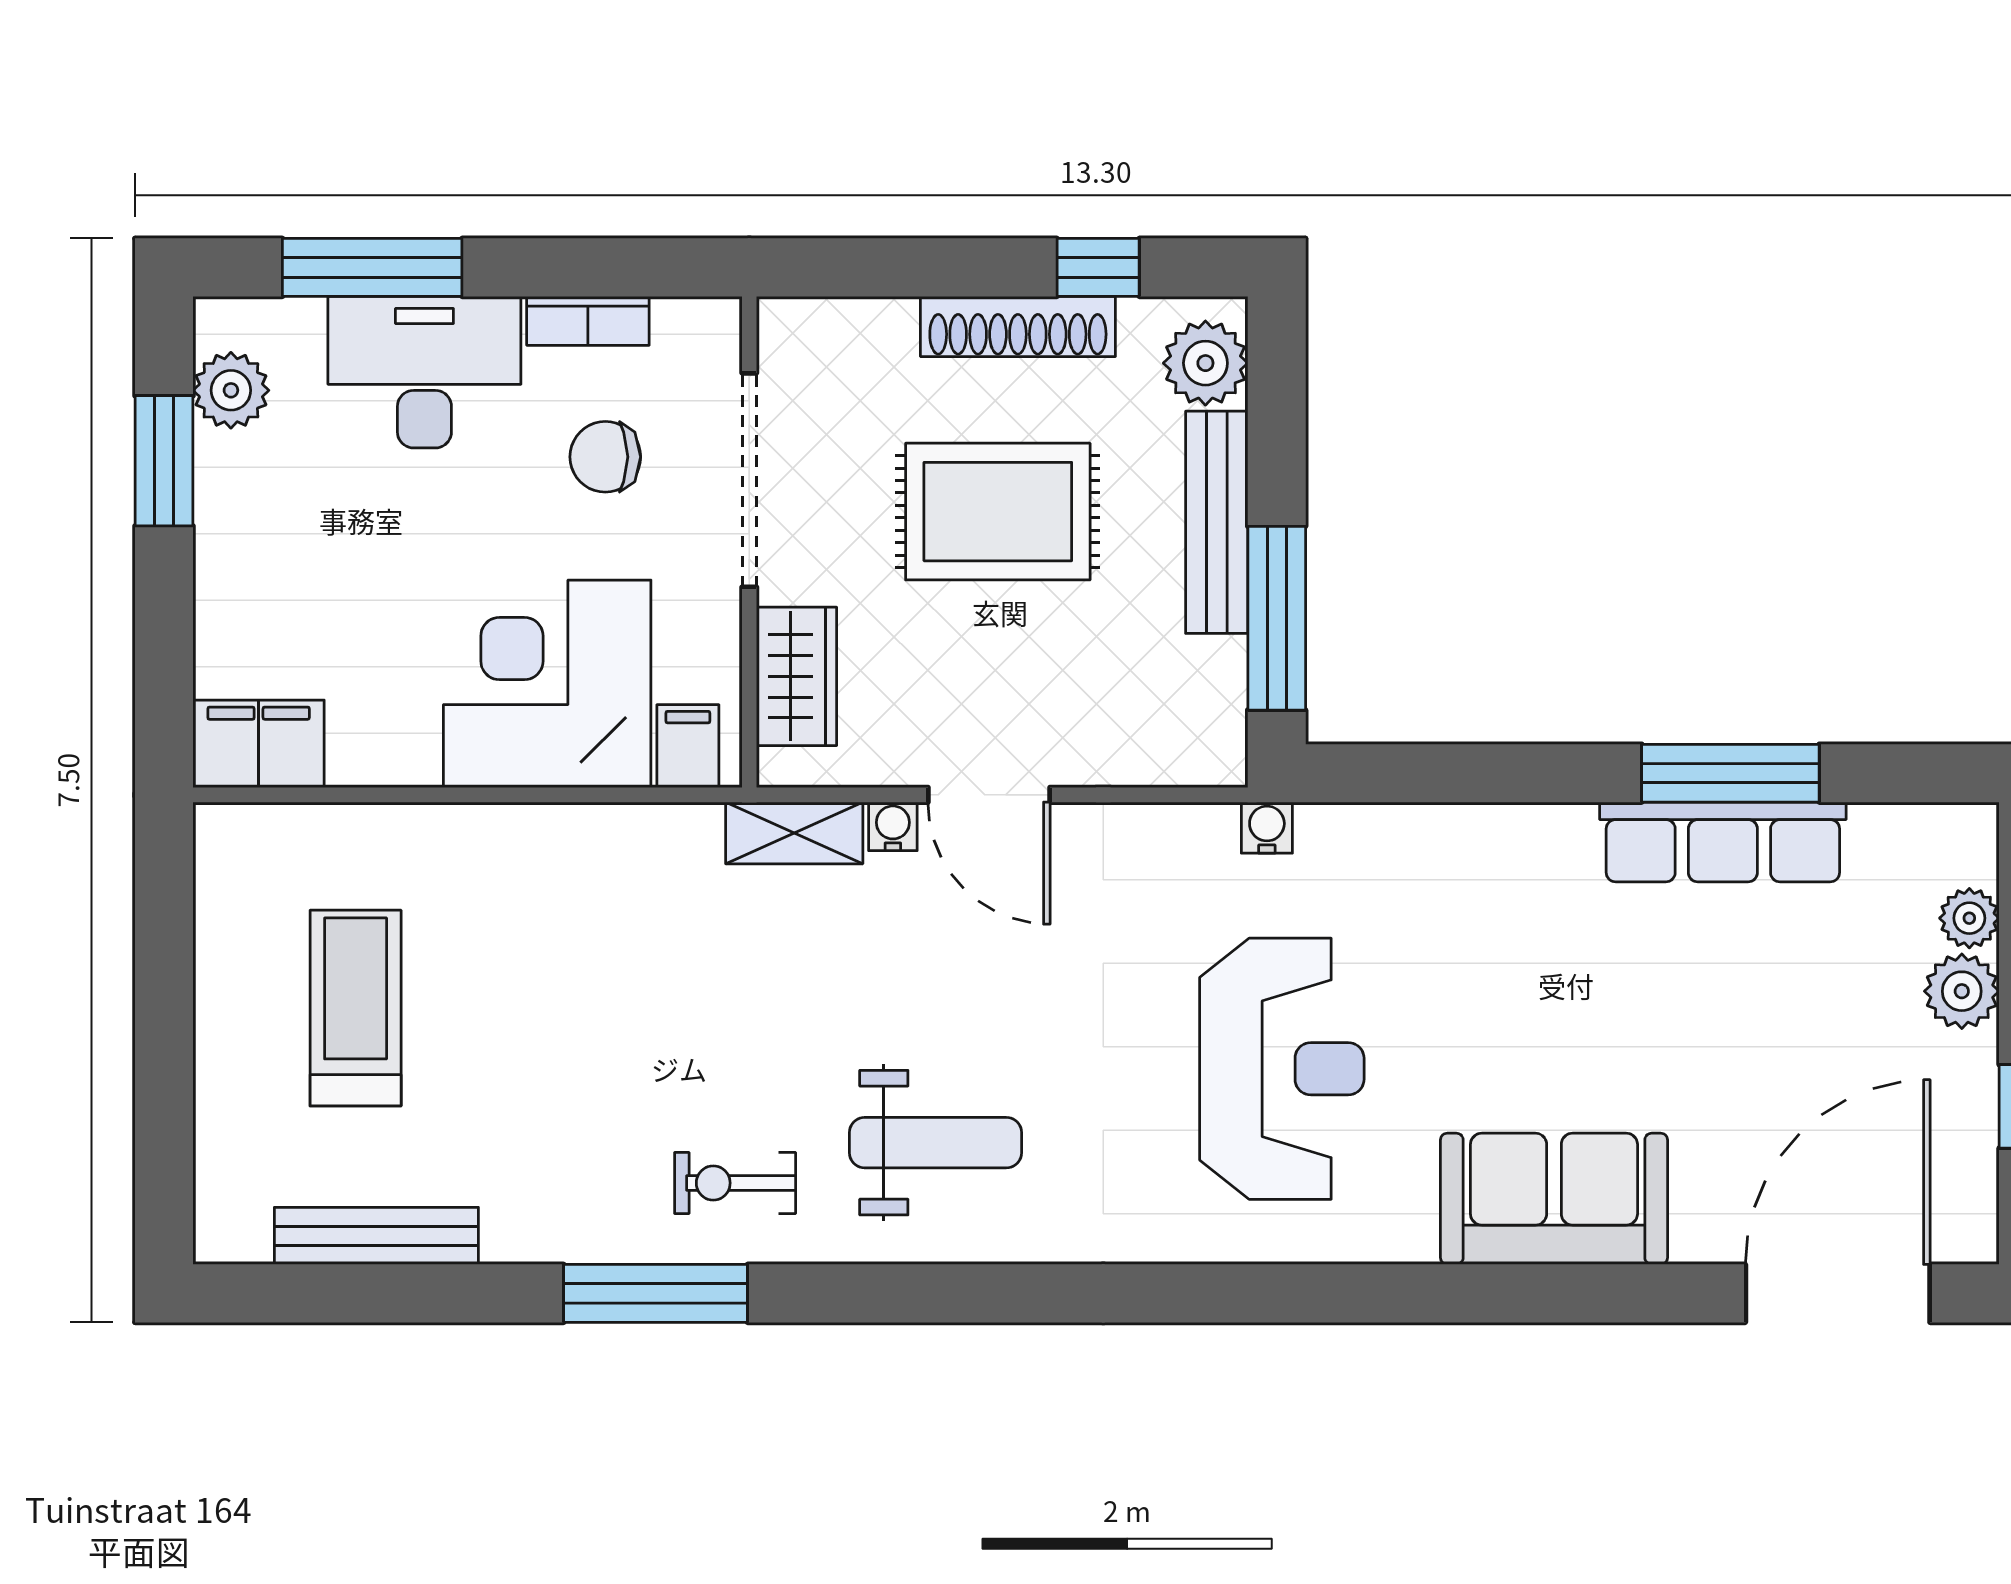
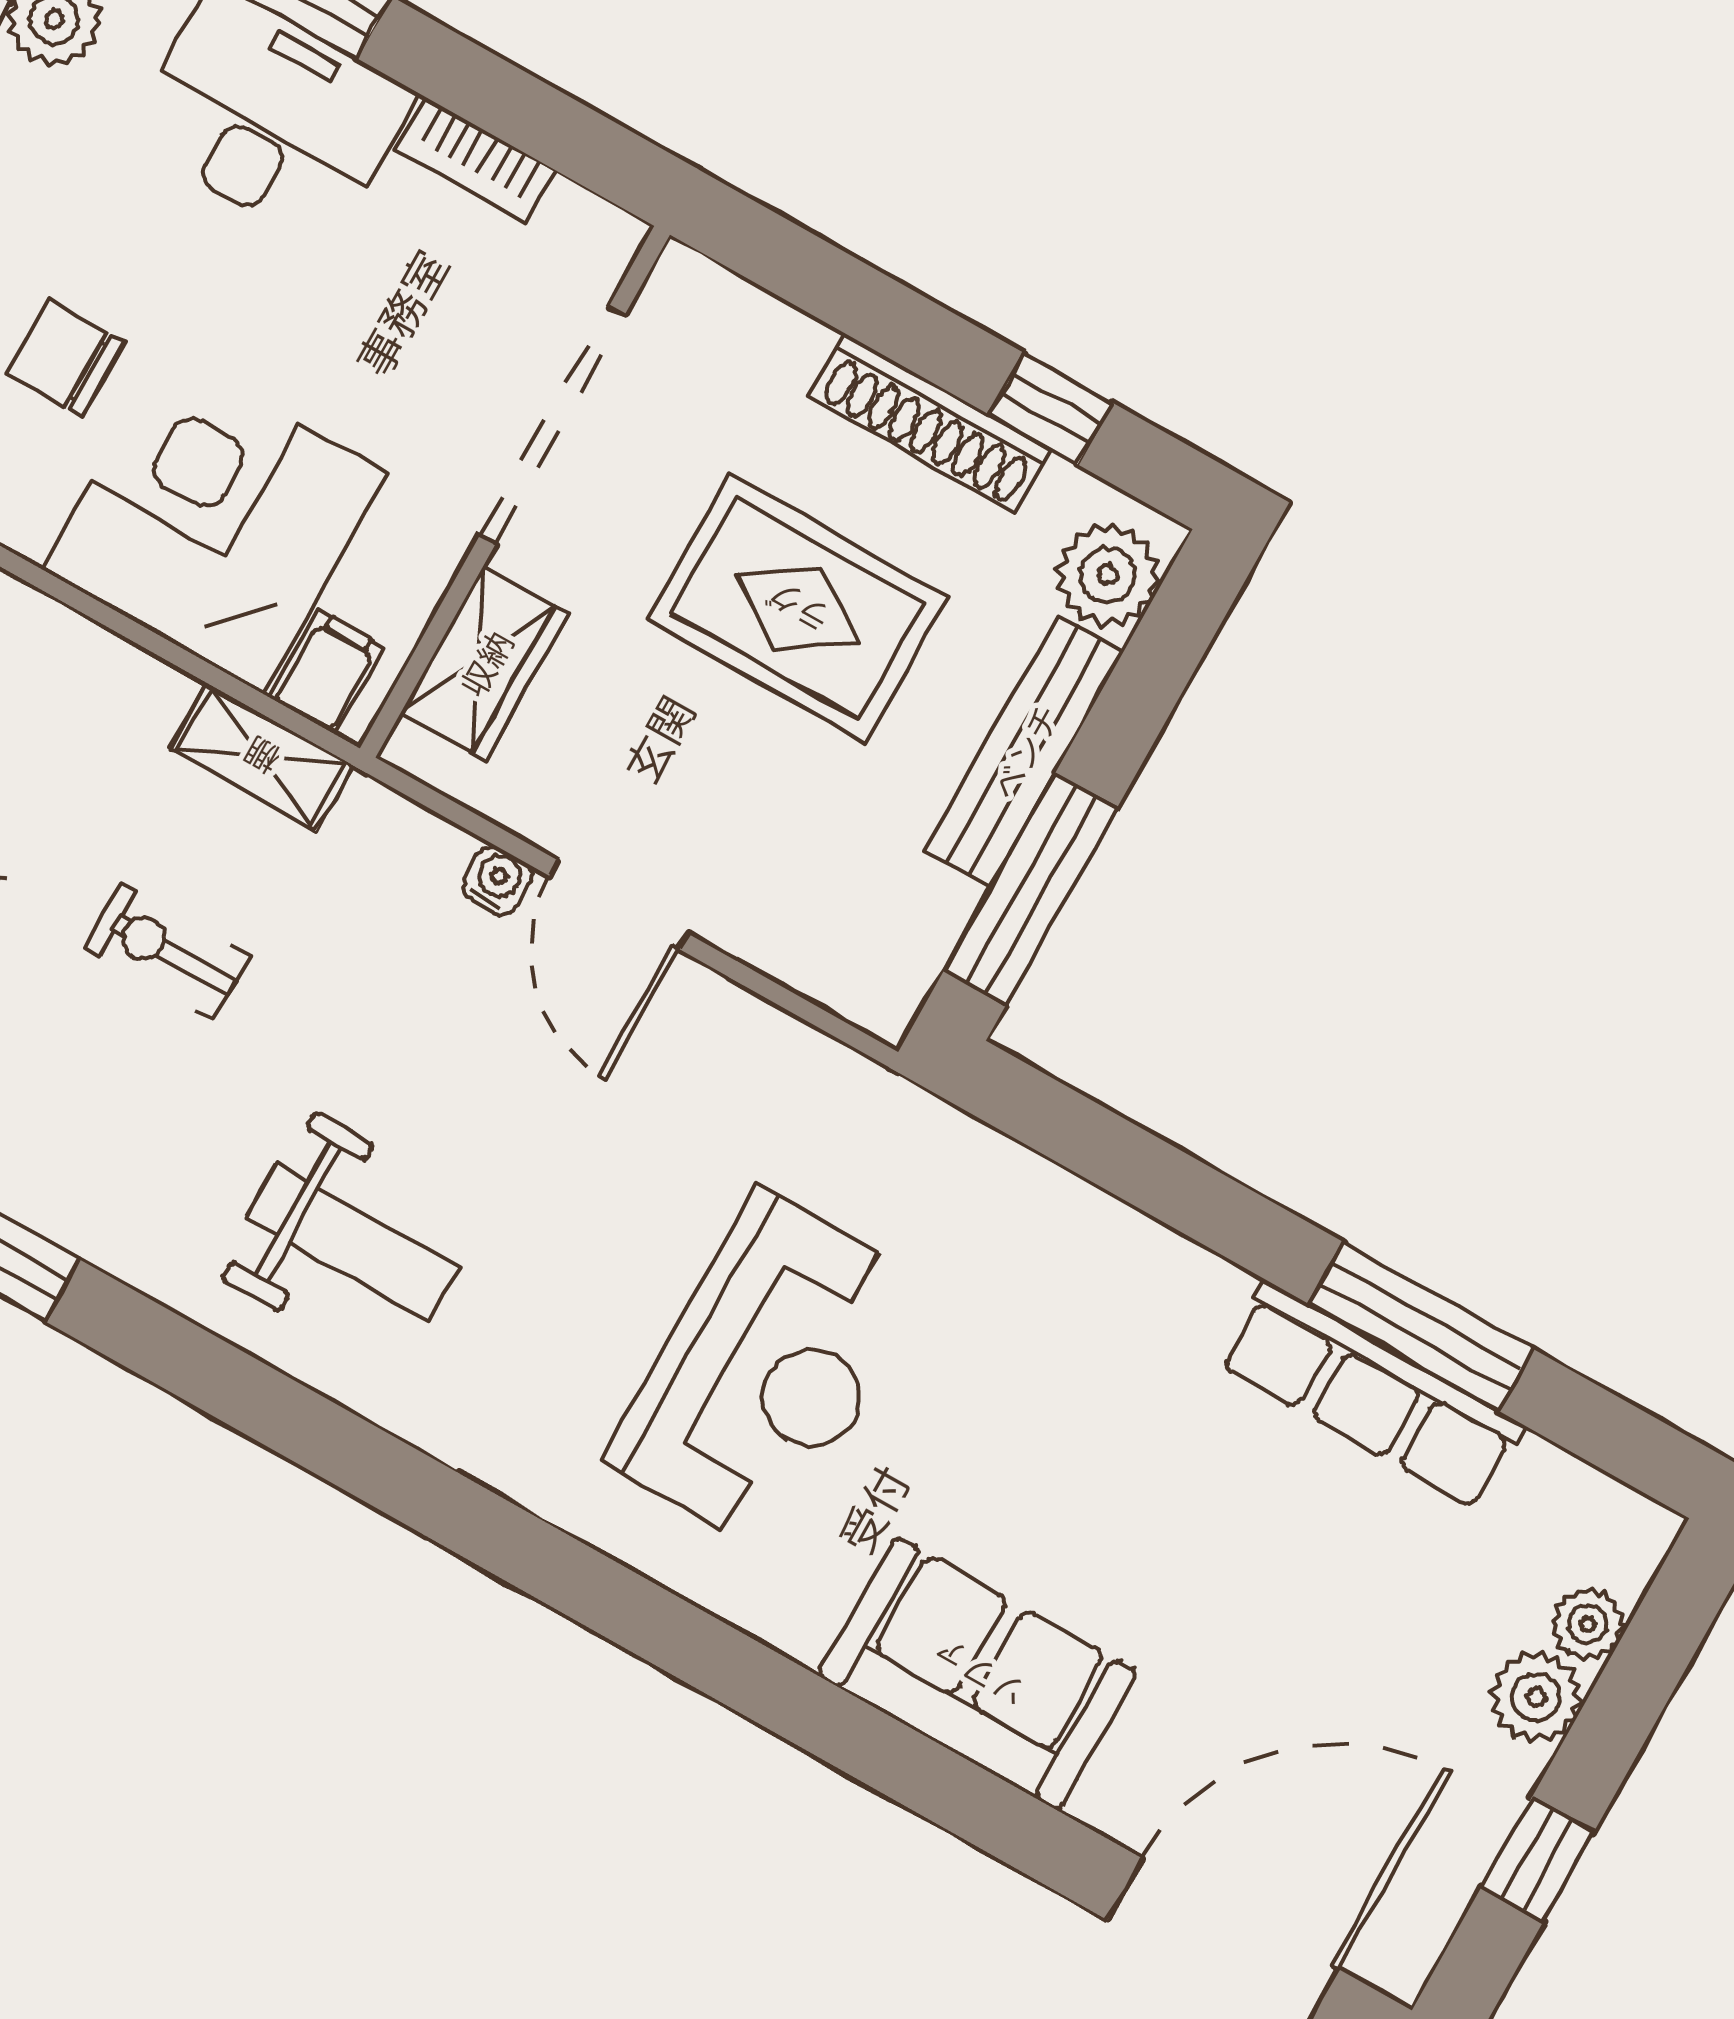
chair: (605, 457) -> (65, 359), moved
water cooler: (1267, 828) -> (895, 1106), removed
shelving: (794, 833) -> (261, 757), moved
exercise bike: (735, 1183) -> (167, 951), moved

